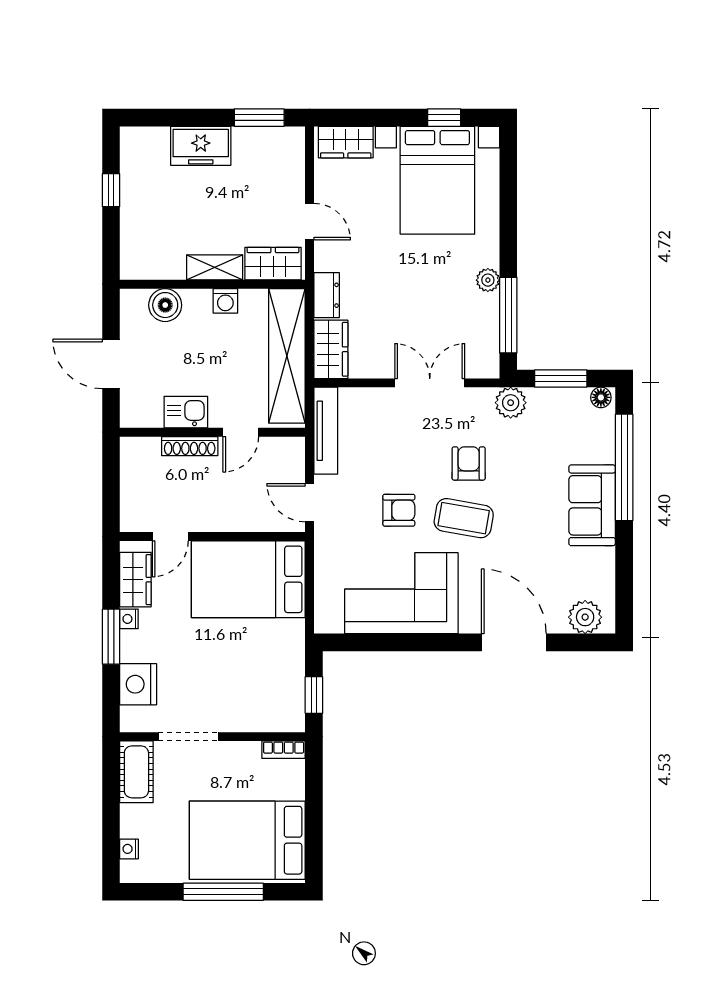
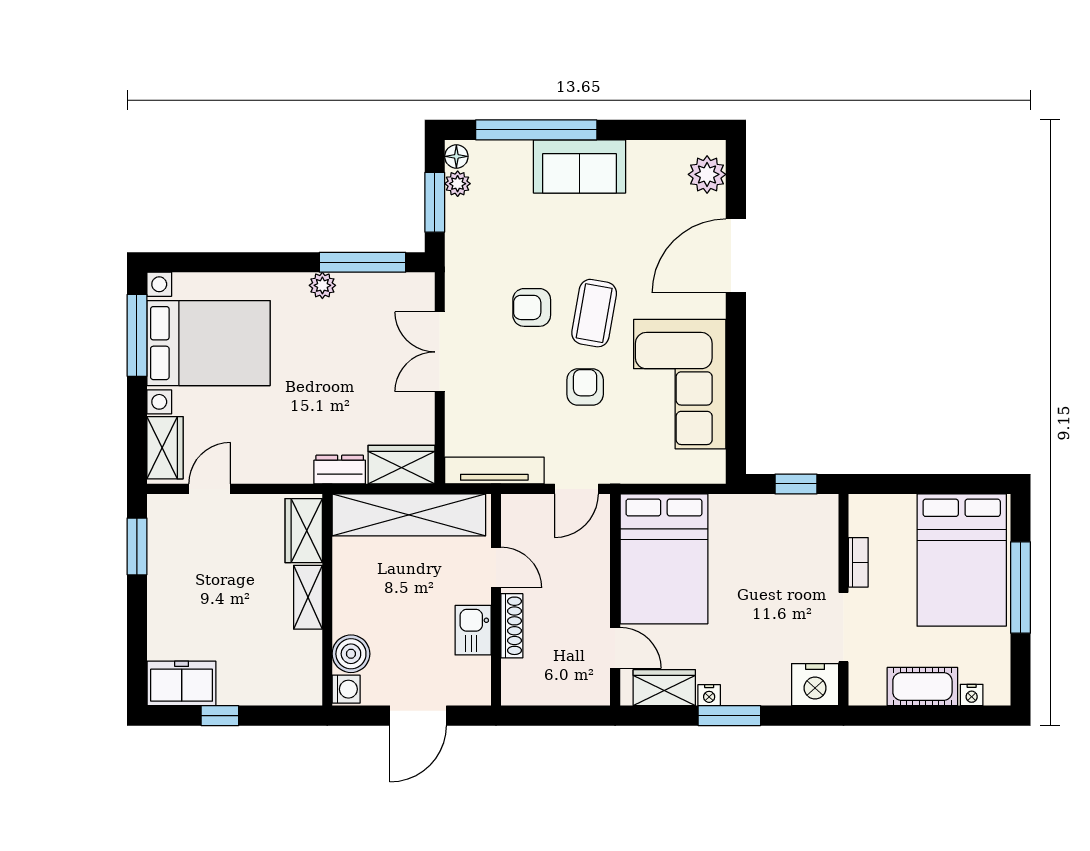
window: (444, 118) -> (137, 335), width x2.17
freezer: (201, 146) -> (182, 683), moved, turned -90
door: (310, 222) -> (210, 489), moved
washing machine: (225, 301) -> (346, 689), moved
plant: (511, 403) -> (458, 184), moved, width x0.73, depth x0.73
nightstand: (138, 684) -> (815, 685), moved
bookcase: (284, 750) -> (858, 562), moved
cot: (136, 772) -> (922, 687), moved

